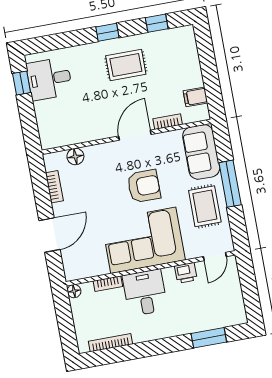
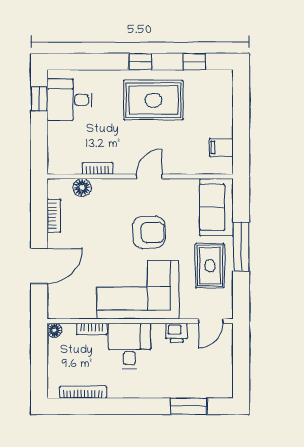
rug: (126, 65) -> (153, 100), width x1.36, depth x1.43
bookcase: (168, 122) -> (98, 168), moved
door: (135, 135) -> (149, 176), width x0.73

